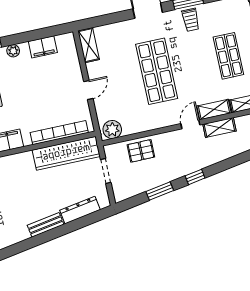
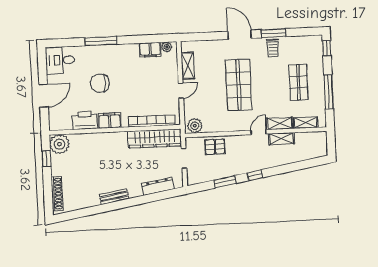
shelving: (89, 45) -> (188, 66), moved
plant: (13, 51) -> (167, 47), moved
bench: (46, 225) -> (114, 196), moved

